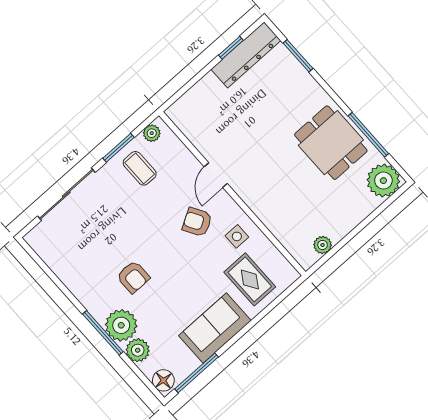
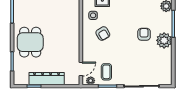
dresser: (246, 55) -> (47, 79), moved
dining table: (331, 143) -> (30, 42), moved
door: (216, 175) -> (81, 69), moved
plant: (121, 325) -> (164, 40), moved

